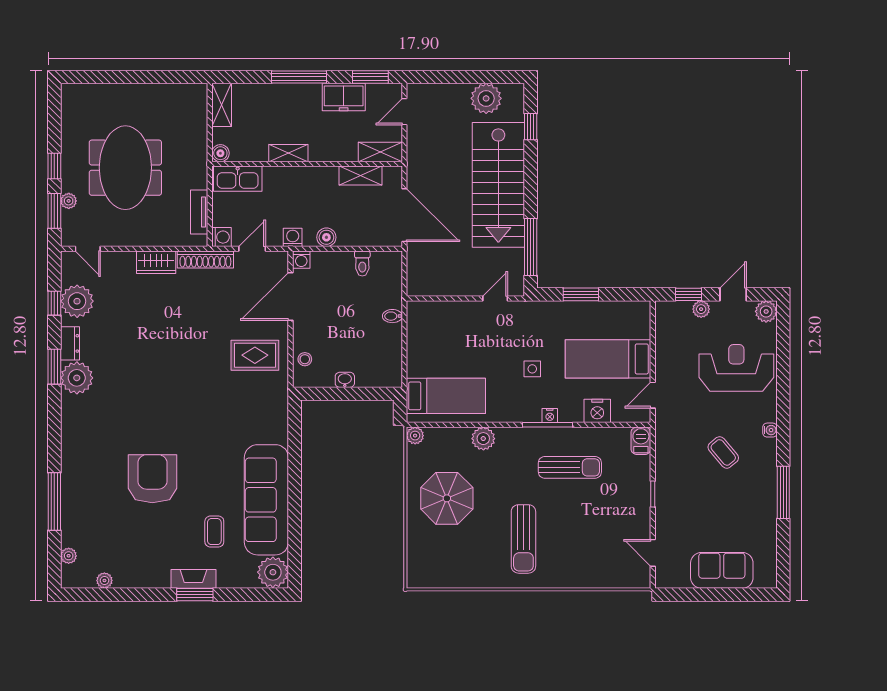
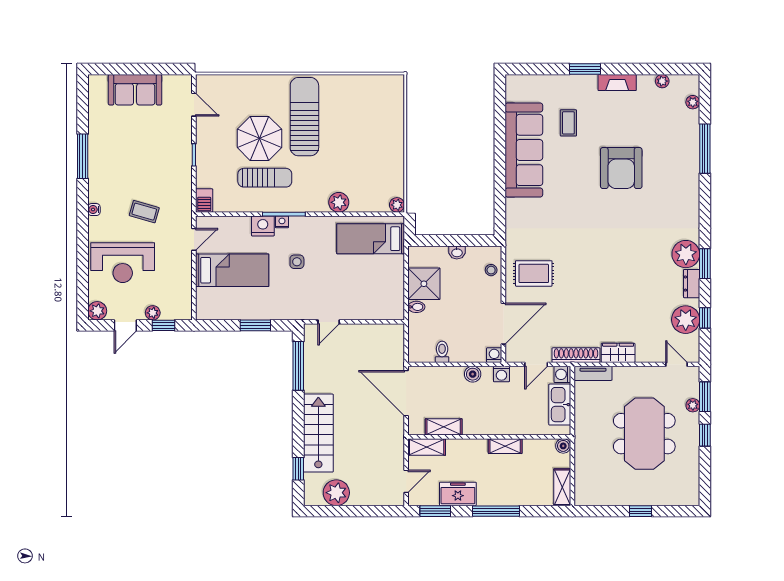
window: (130, 77) -> (641, 511), added
kitchen sink: (238, 179) -> (560, 405), moved, turned -90
stairs: (498, 185) -> (318, 433), width x0.73, depth x0.66
tv unit: (199, 212) -> (593, 373), moved, turned 90
shower: (384, 343) -> (424, 284), added
nightstand: (597, 411) -> (263, 226), moved
coffee table: (723, 452) -> (144, 212), moved, turned -34
sun lounger: (570, 467) -> (265, 178), turned 180
parasol: (447, 498) -> (259, 138), moved
sun lounger: (523, 539) -> (304, 117), width x1.36, depth x1.34
plant: (273, 572) -> (518, 88), removed
fireplace: (193, 579) -> (617, 83), moved

